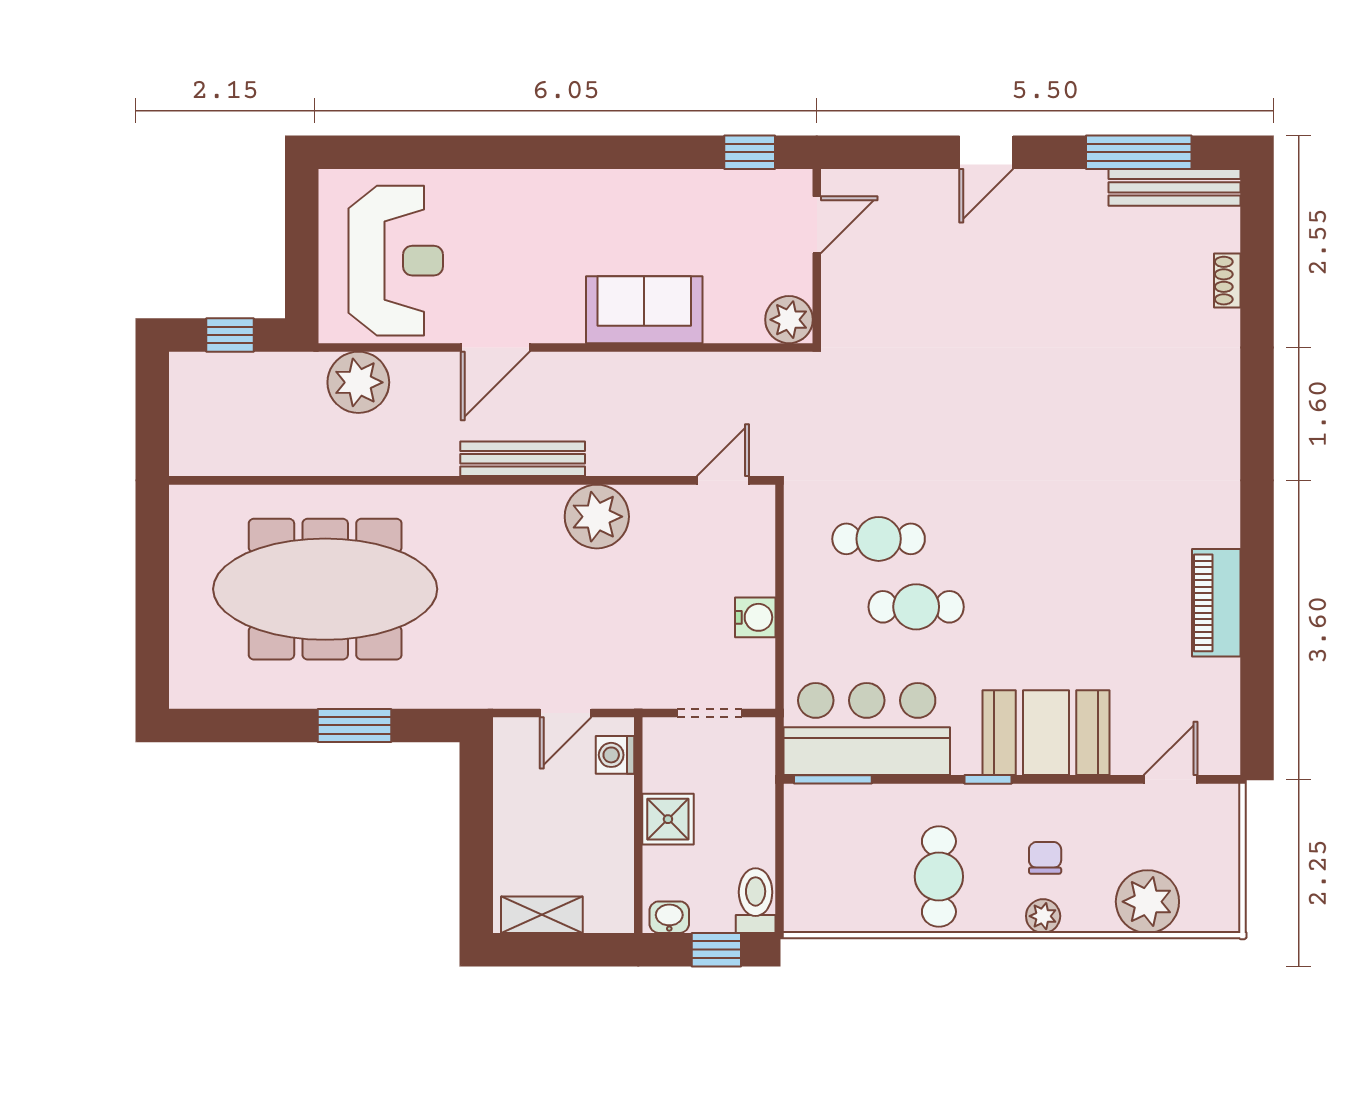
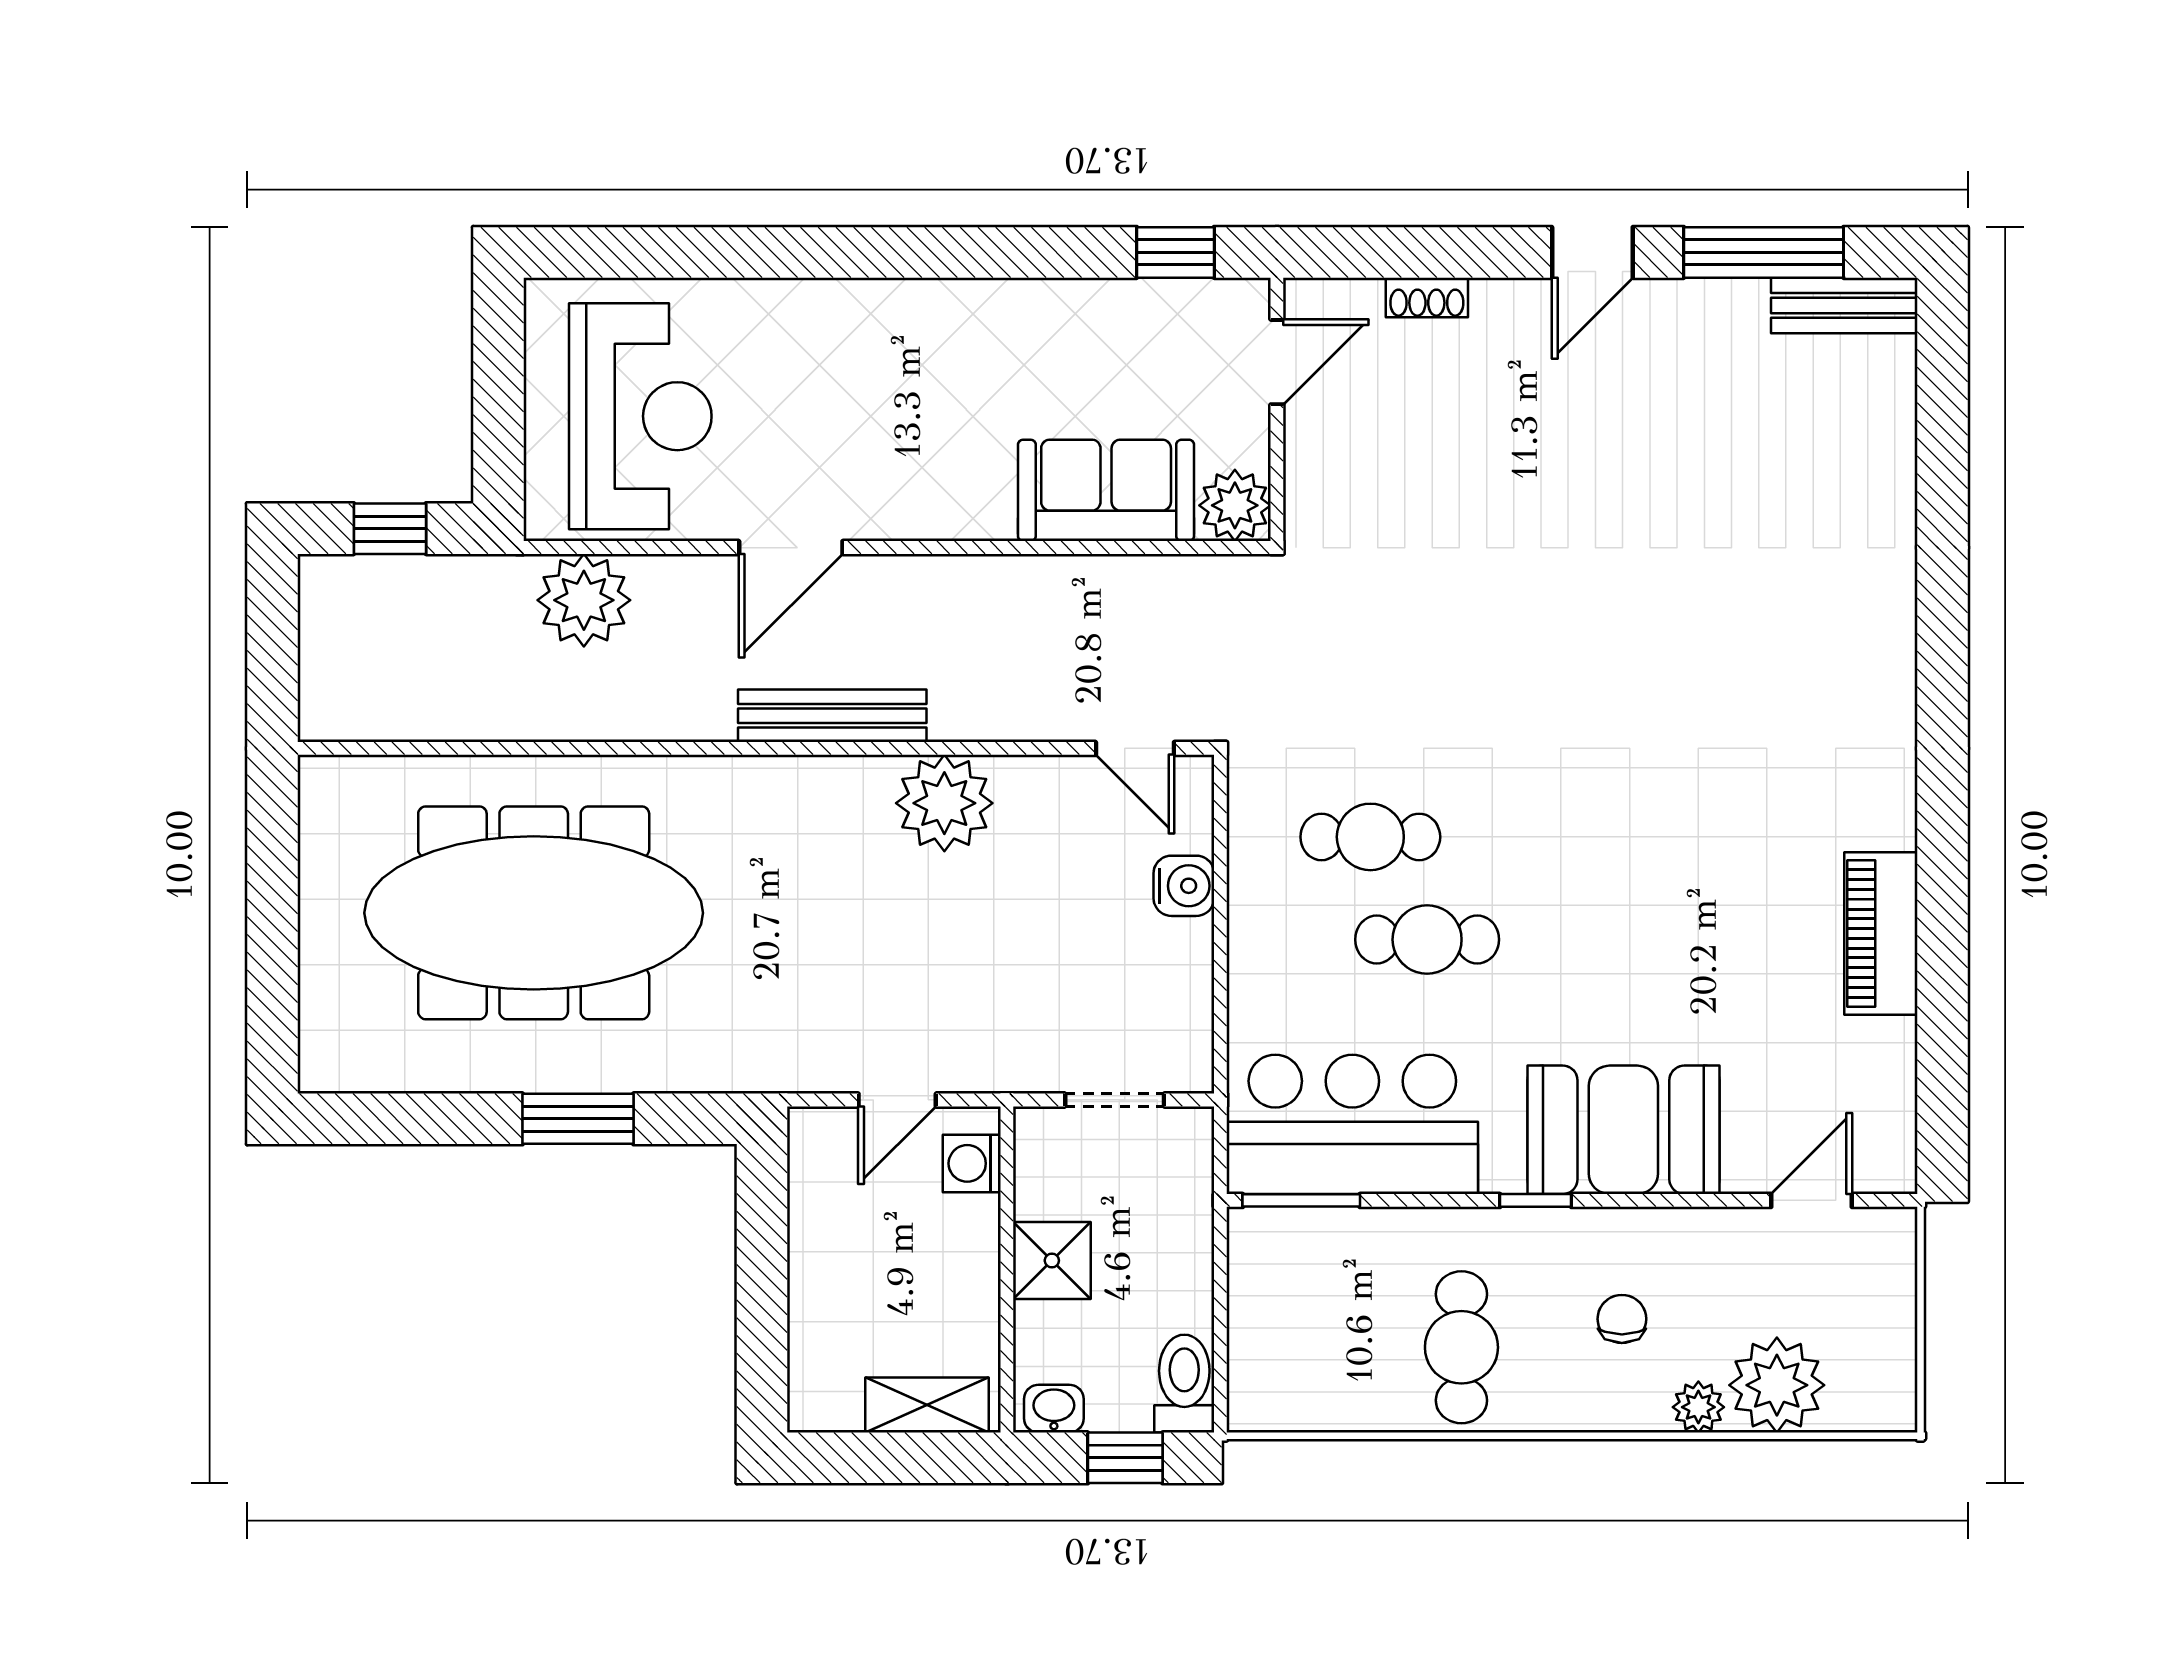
door: (986, 152) -> (1592, 252), moved
bench: (1174, 187) -> (1844, 305), width x0.73
shoe rack: (1227, 281) -> (1427, 298), moved, turned -90
sofa: (644, 310) -> (1106, 490), moved
door: (723, 480) -> (1135, 748), swing flipped
water cooler: (755, 617) -> (1184, 886), moved
shelving: (542, 915) -> (927, 1405), moved
plant: (1043, 916) -> (1698, 1407), moved

